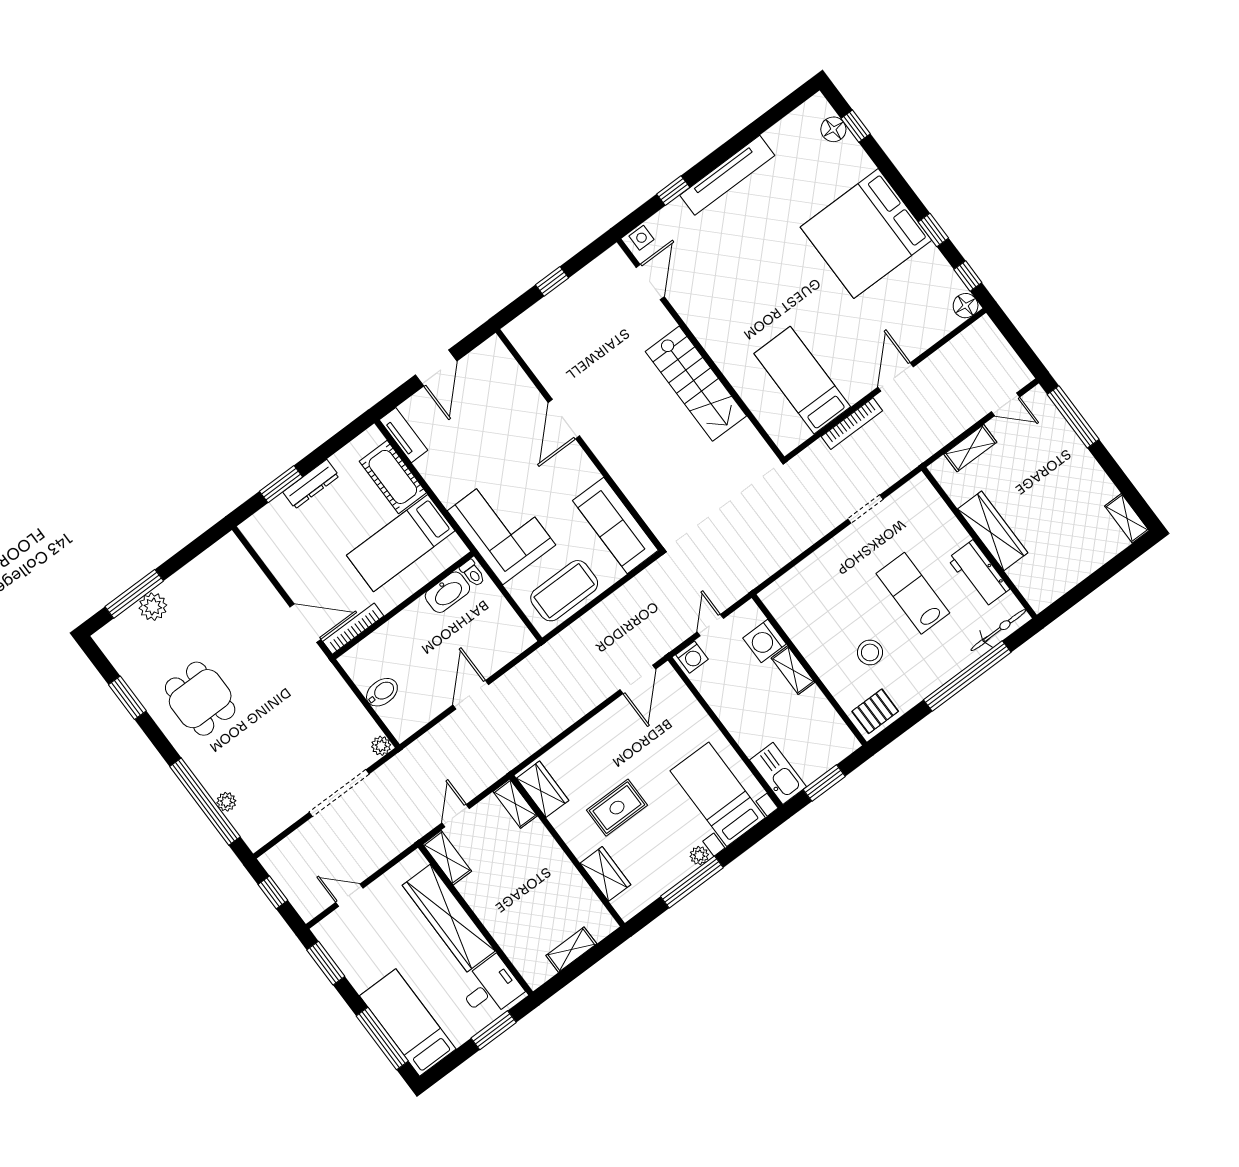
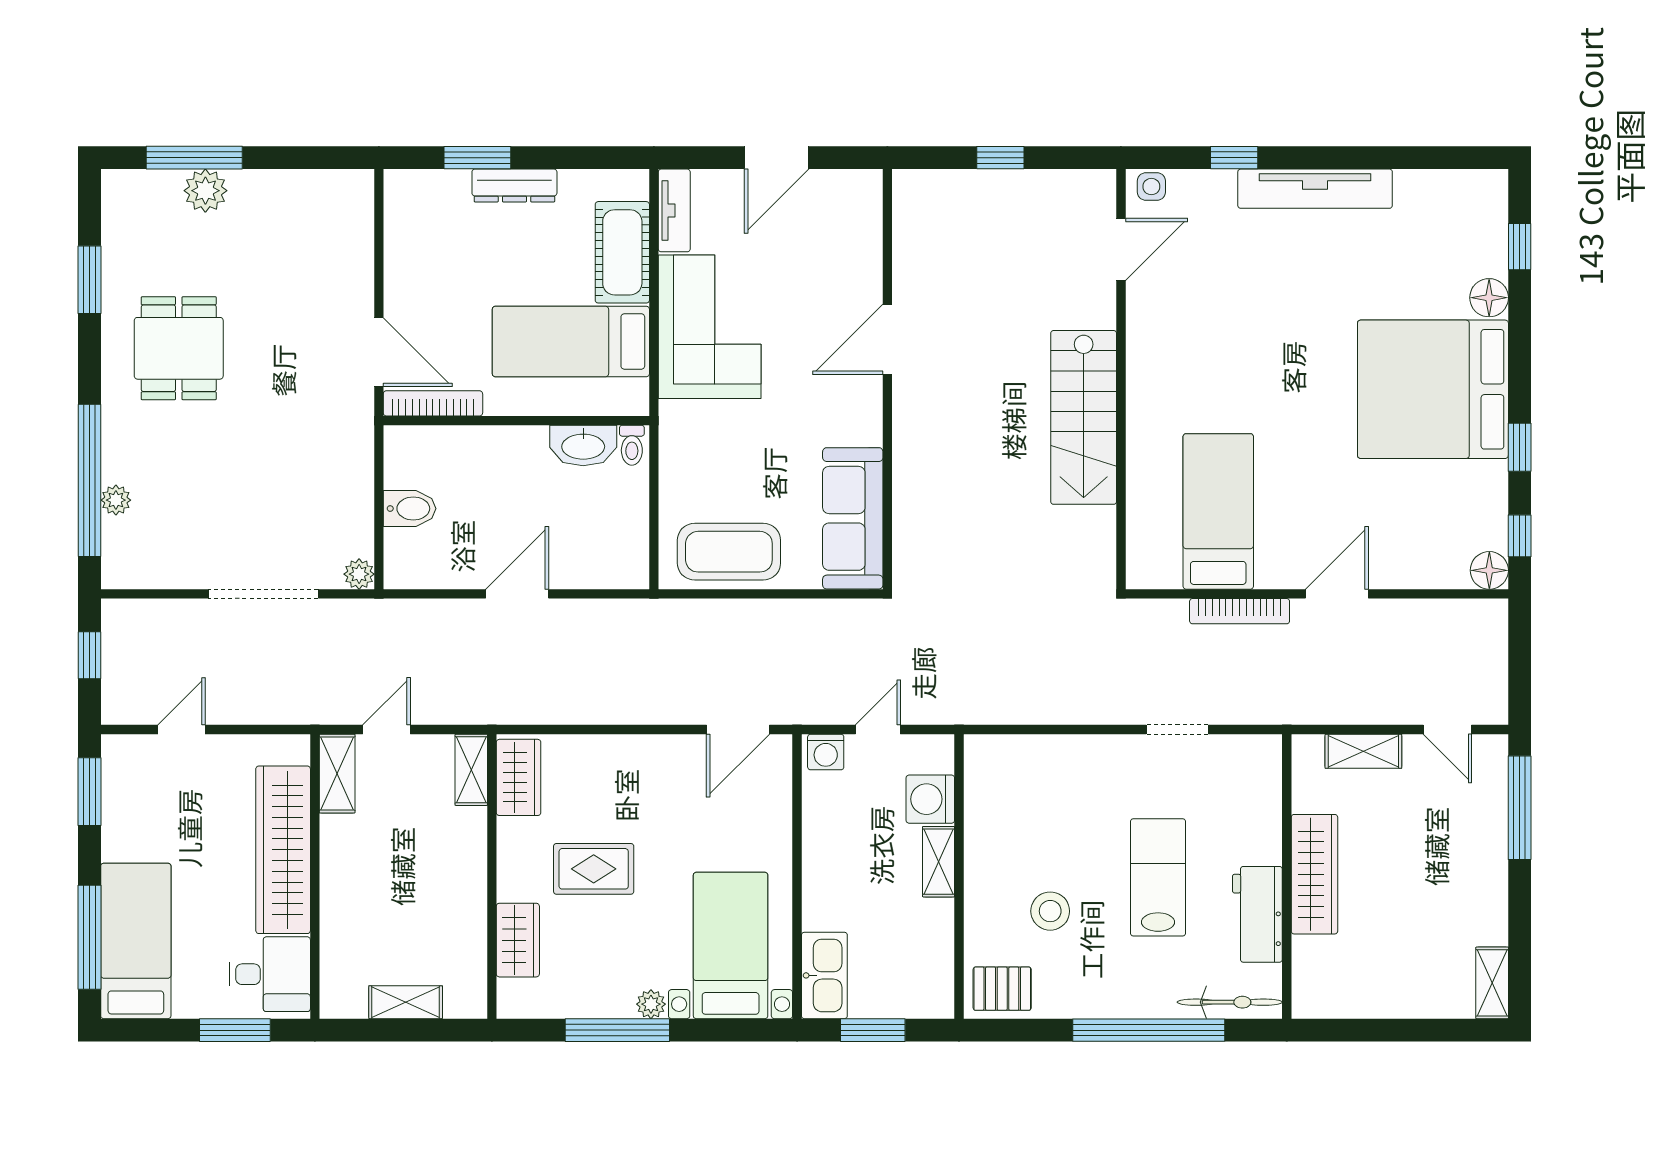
floor lamp: (833, 129) -> (1489, 298), moved
corner sofa: (501, 528) -> (710, 327), moved
door: (349, 895) -> (182, 729), hinge flipped

